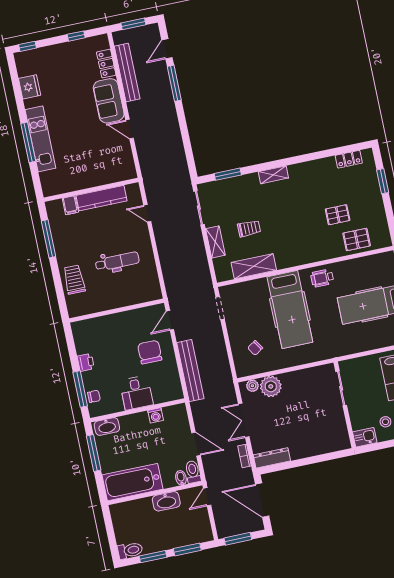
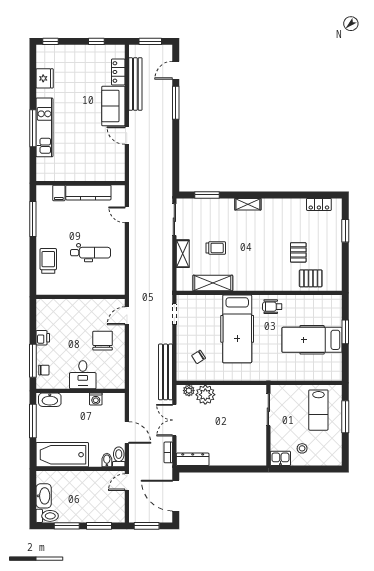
pallet: (338, 215) -> (298, 252), turned 90
bench: (190, 371) -> (166, 372), moved
washbasin: (166, 501) -> (44, 496), moved, turned -90

